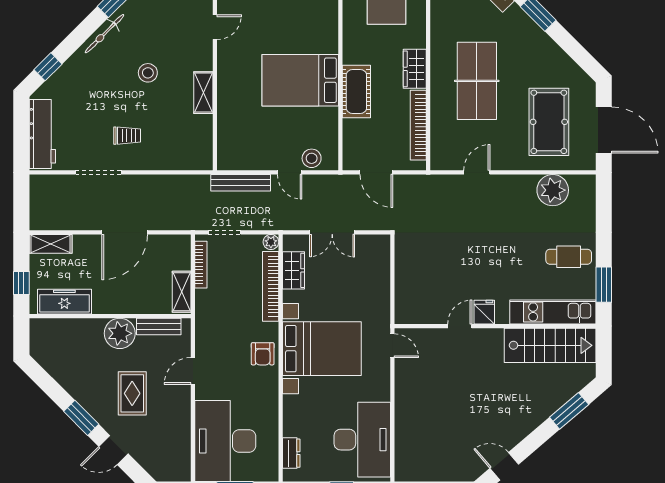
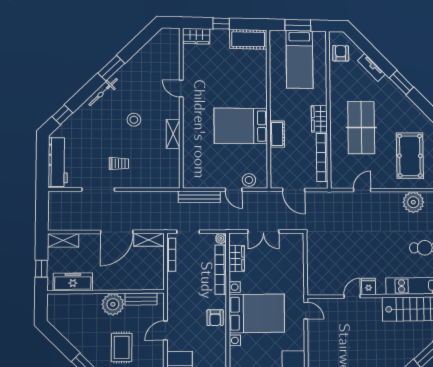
door: (215, 27) -> (181, 89), swing flipped
cot: (356, 91) -> (277, 134), width x0.73, depth x0.75
shelving: (182, 292) -> (149, 240), moved, turned 90

